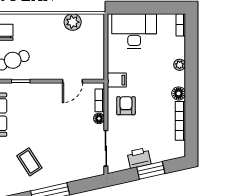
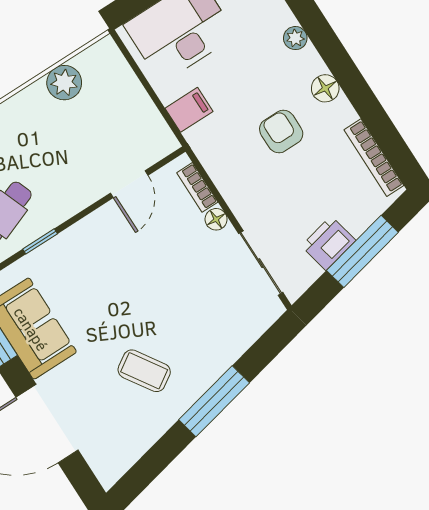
filing cabinet: (117, 80) -> (189, 110), moved
armchair: (126, 106) -> (281, 132), moved
bookcase: (180, 121) -> (374, 158), moved
window: (151, 170) -> (362, 251), width x1.44

